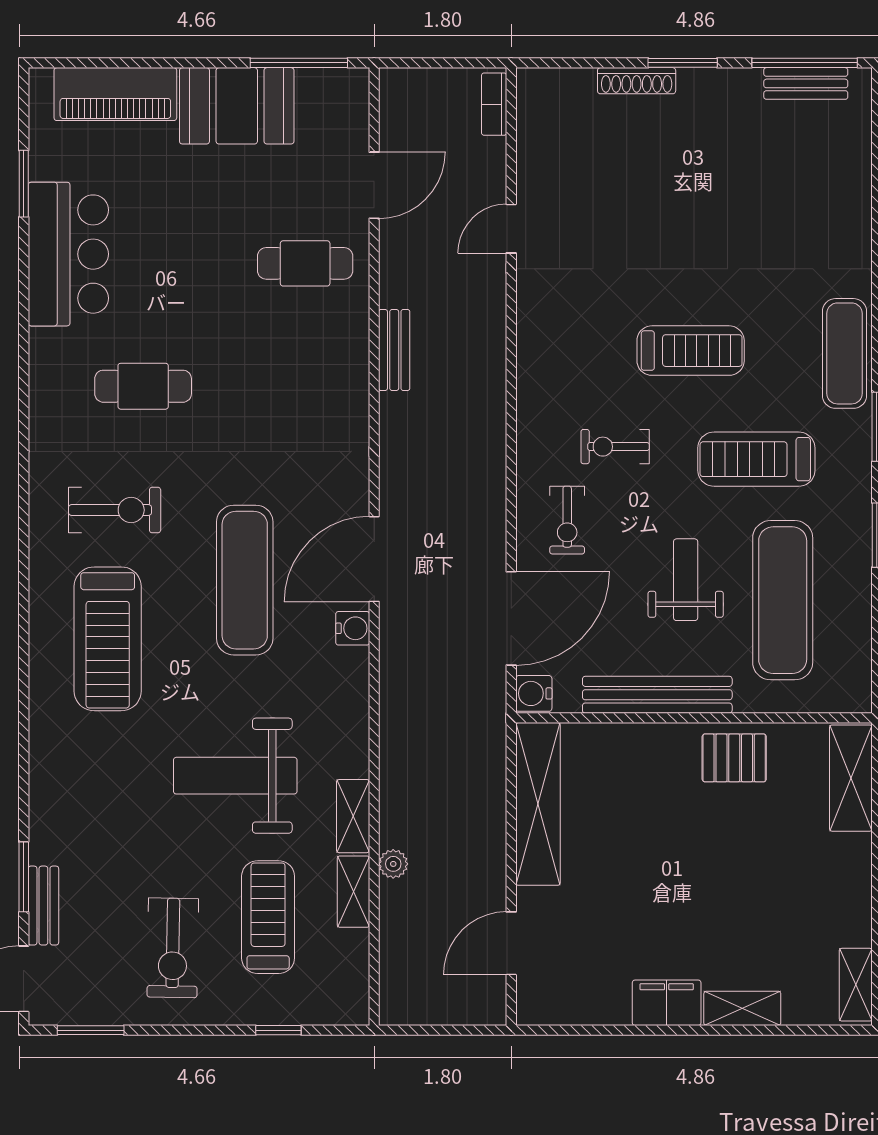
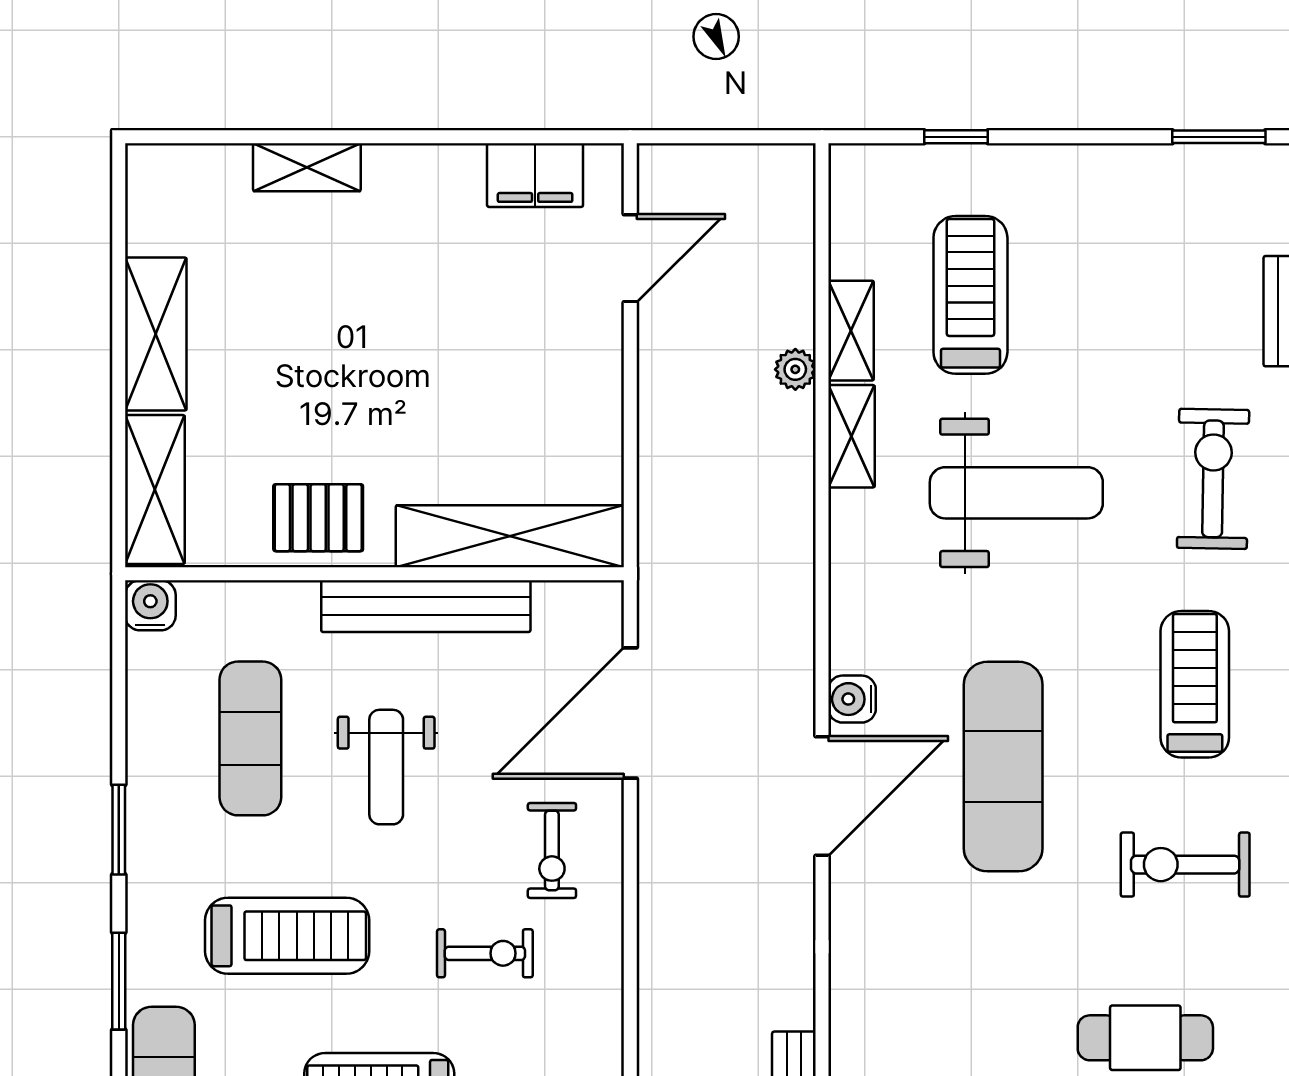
exercise bike: (567, 520) -> (552, 850), turned 180
exercise mat: (783, 600) -> (250, 738), width x0.73, depth x0.69
treadmill: (108, 639) -> (1195, 684), width x0.73, depth x0.73
water cooler: (534, 693) -> (150, 605), moved, turned -90
shelving: (538, 804) -> (510, 536), moved, turned 90
treadmill: (268, 917) -> (970, 295), turned 180
exercise bike: (173, 948) -> (1213, 479), moved
shelving: (856, 985) -> (156, 334), moved, width x1.50, depth x1.33
filing cabinet: (667, 1003) -> (535, 175), moved

